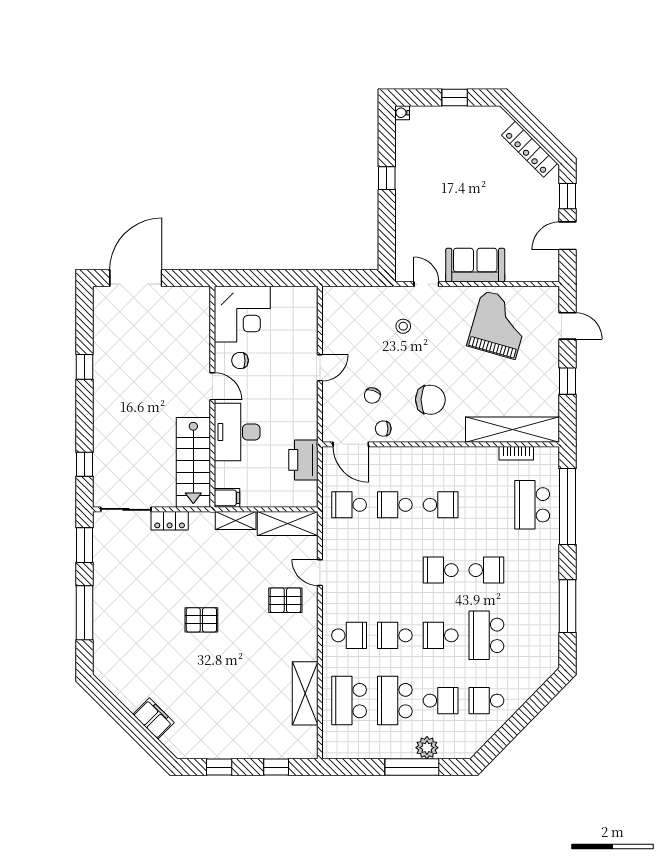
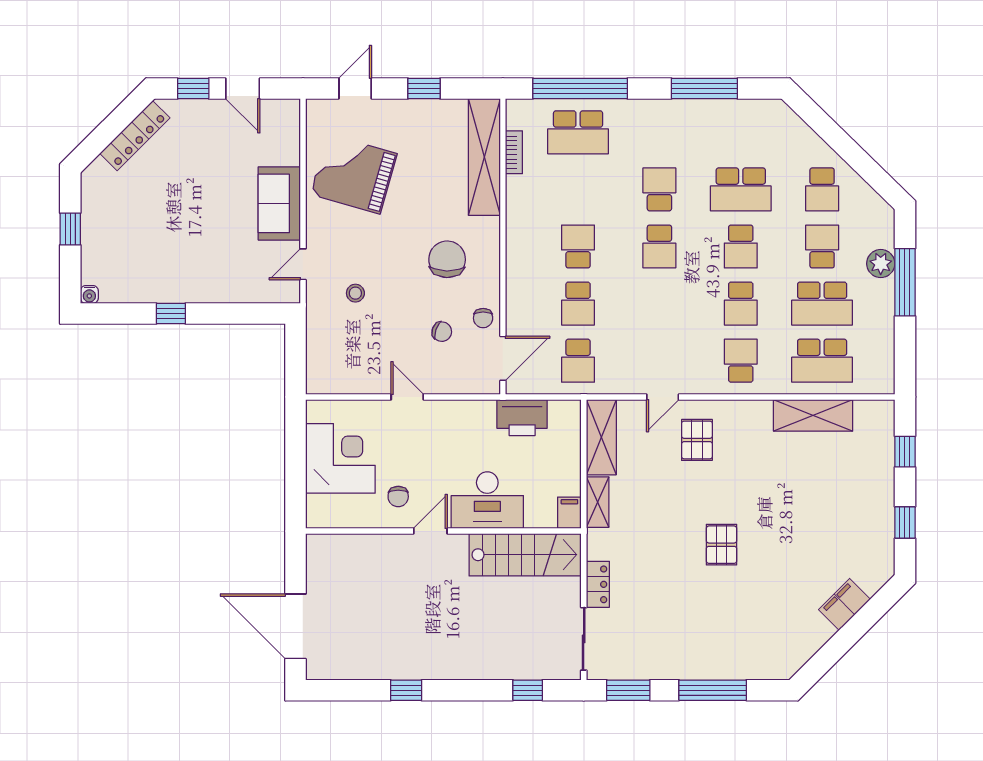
corner desk: (242, 314) -> (340, 458), moved

